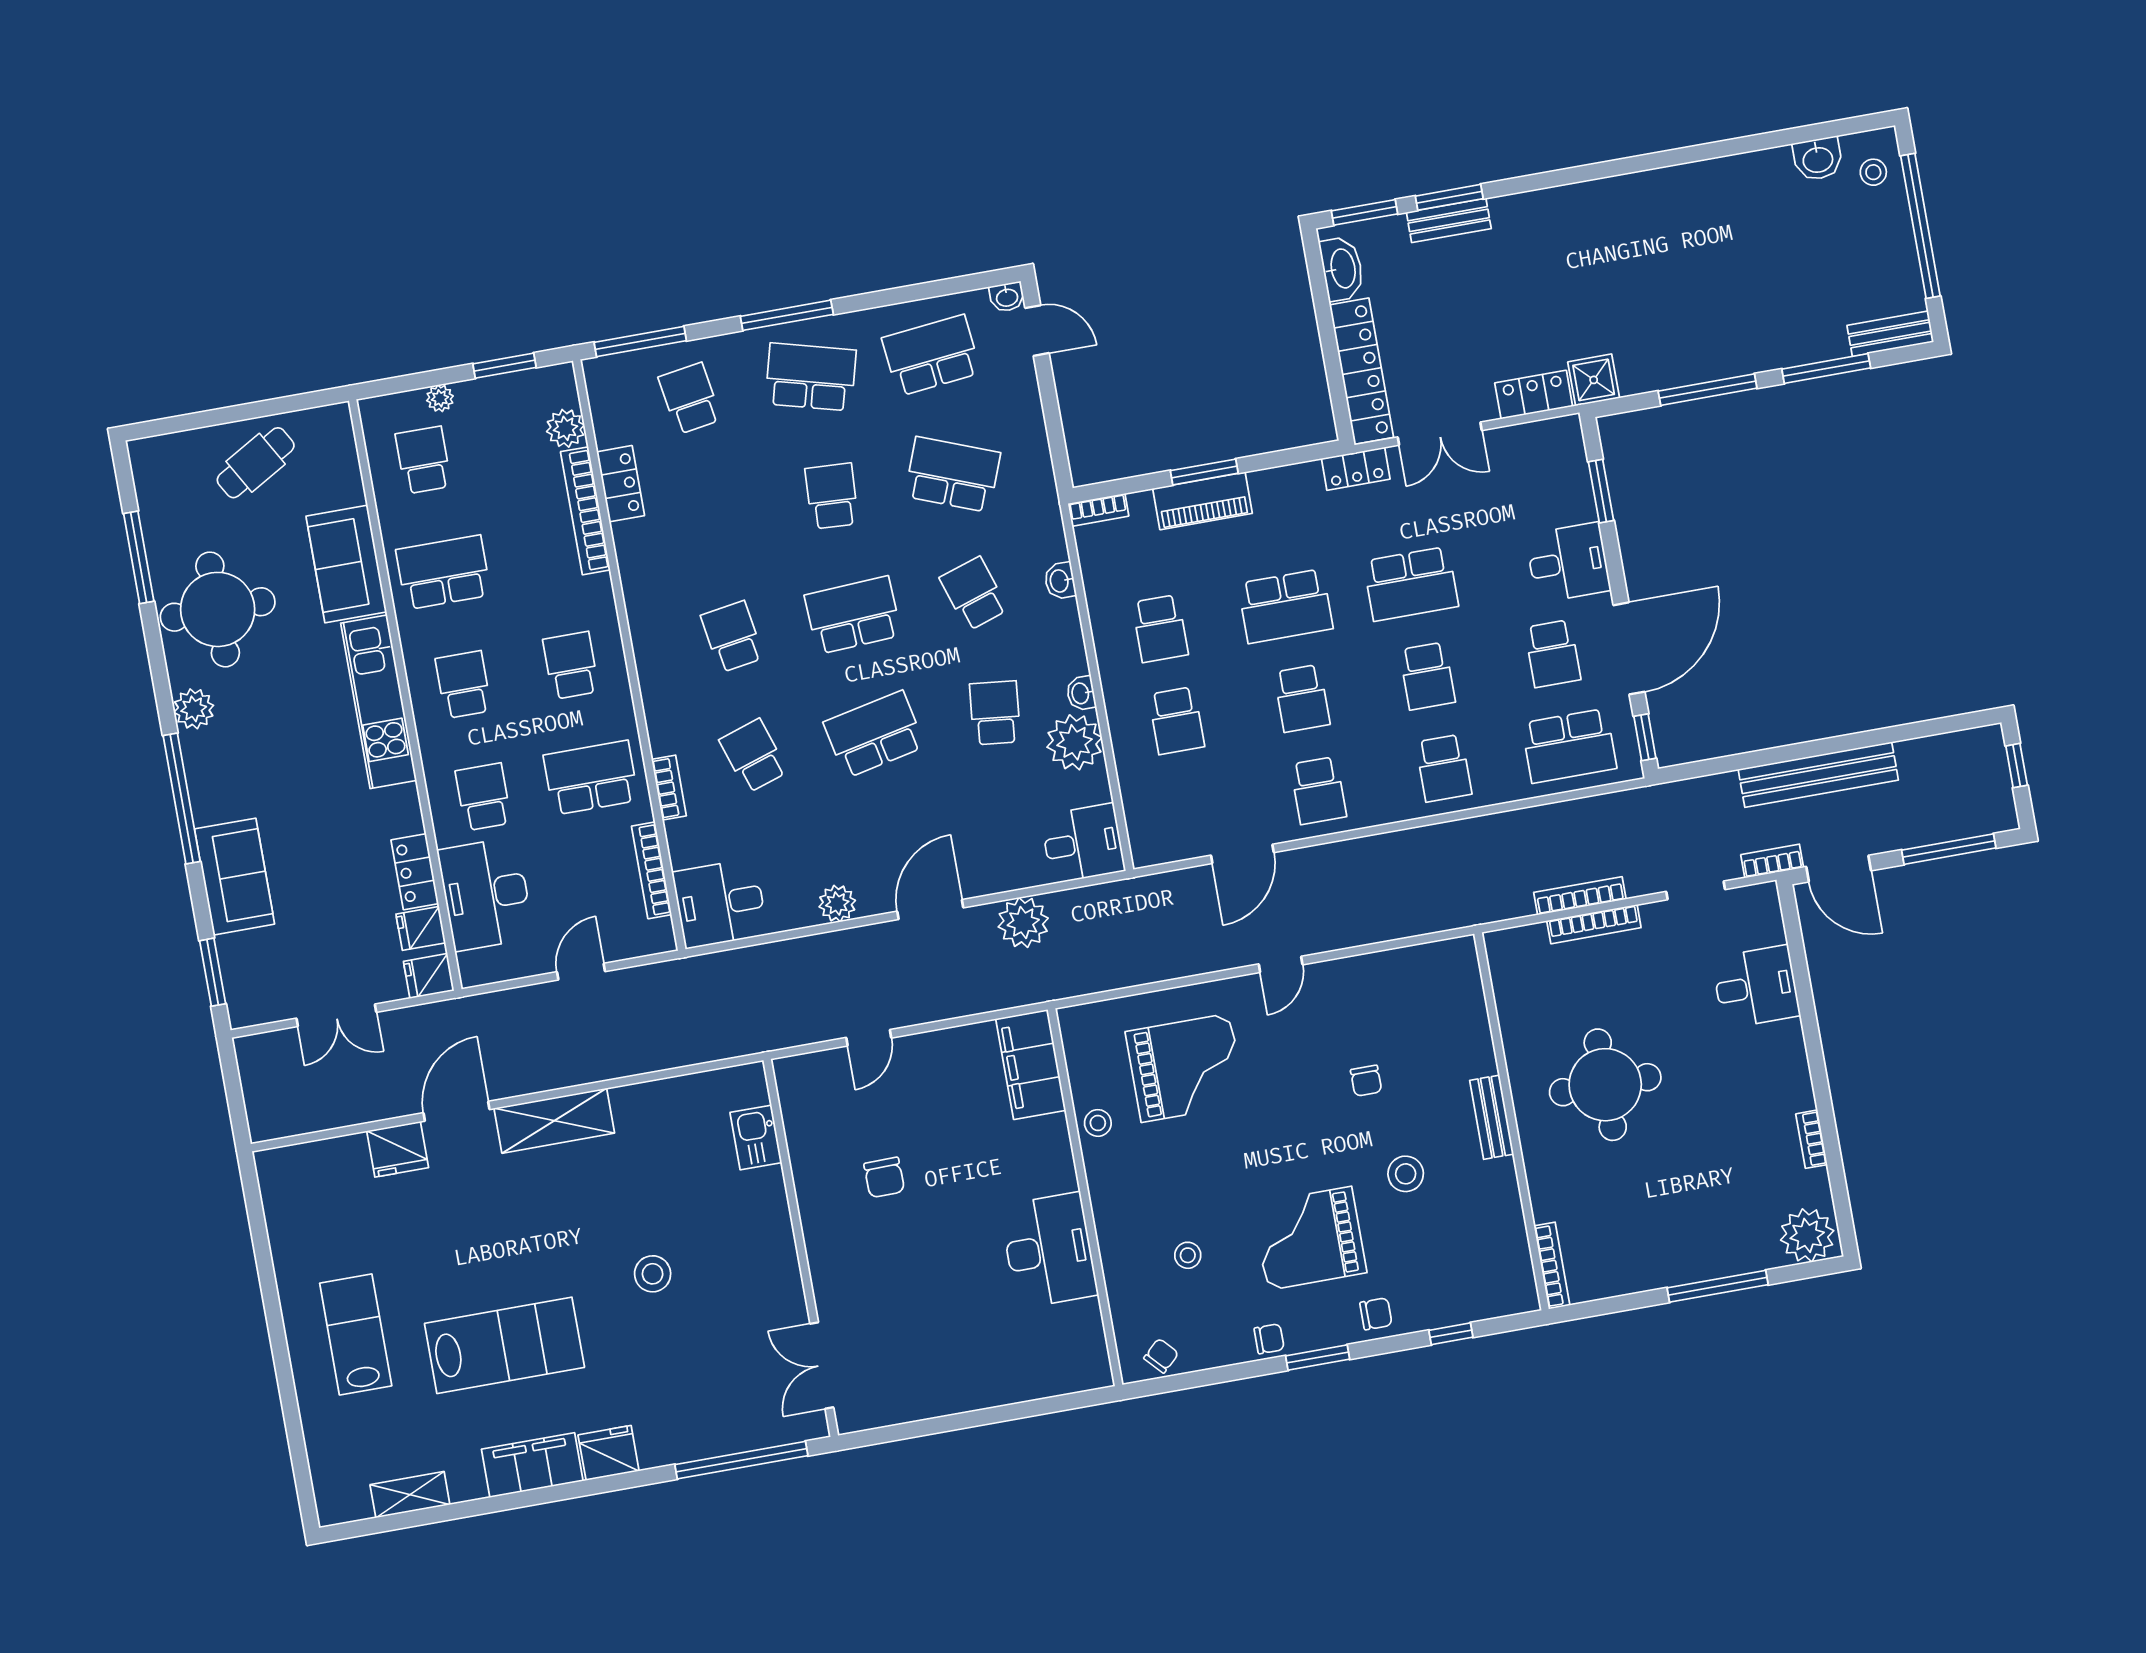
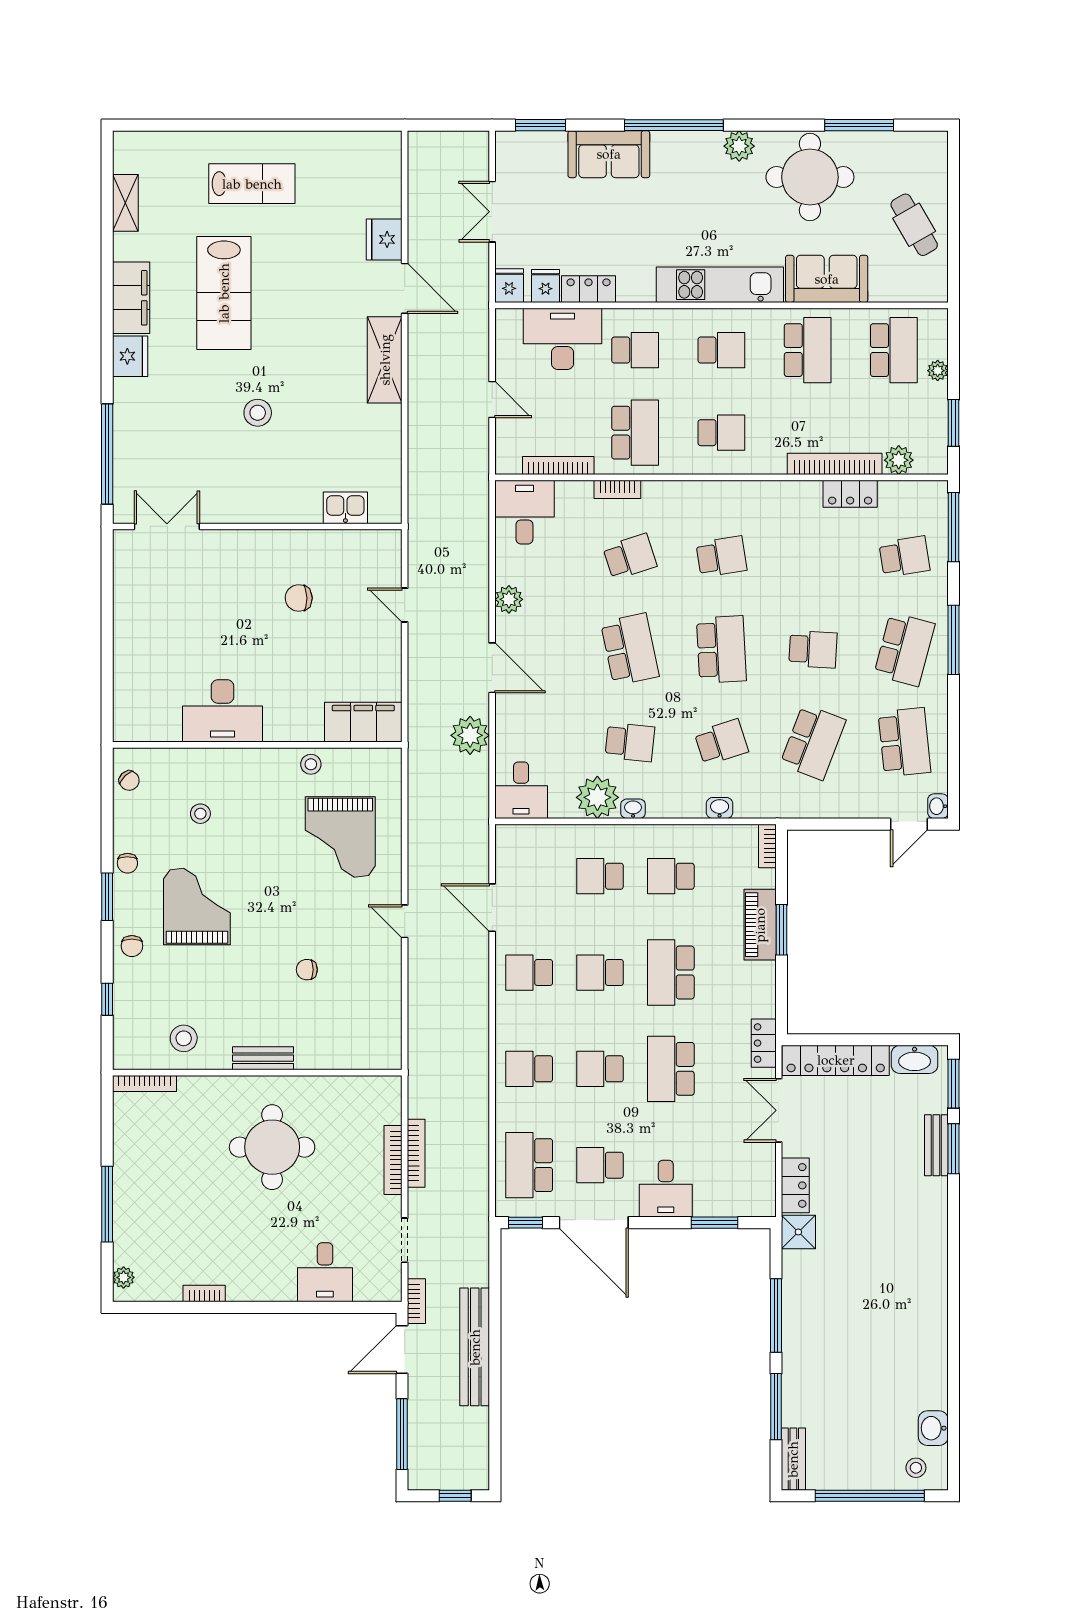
school desk: (423, 460) -> (894, 350), width x1.85
stool: (1406, 1174) -> (184, 1038), moved
plant: (1807, 1235) -> (124, 1277), width x0.53, depth x0.53

